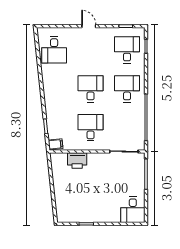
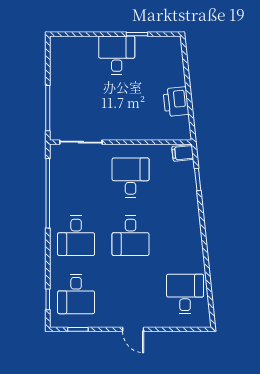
desk: (91, 128) -> (131, 178), turned 180
printer: (77, 161) -> (176, 102), moved, turned -96
desk: (133, 210) -> (117, 55), moved

